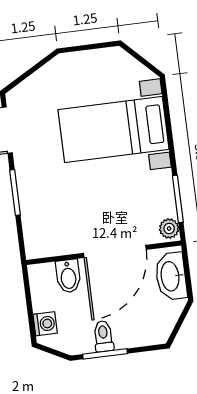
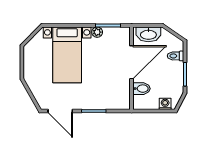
plant: (169, 228) -> (97, 32), moved
door: (115, 251) -> (132, 62), hinge flipped
toilet: (103, 336) -> (176, 56), moved

